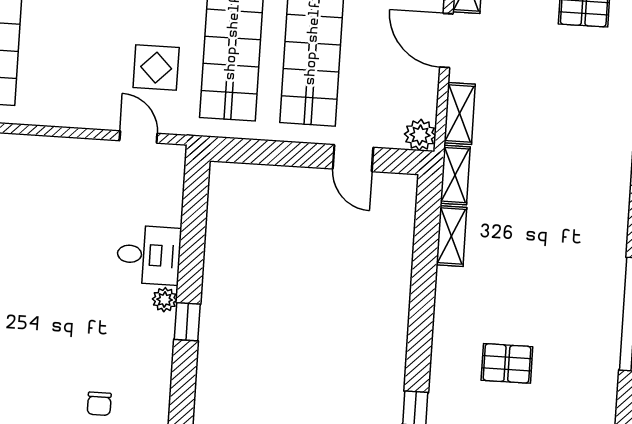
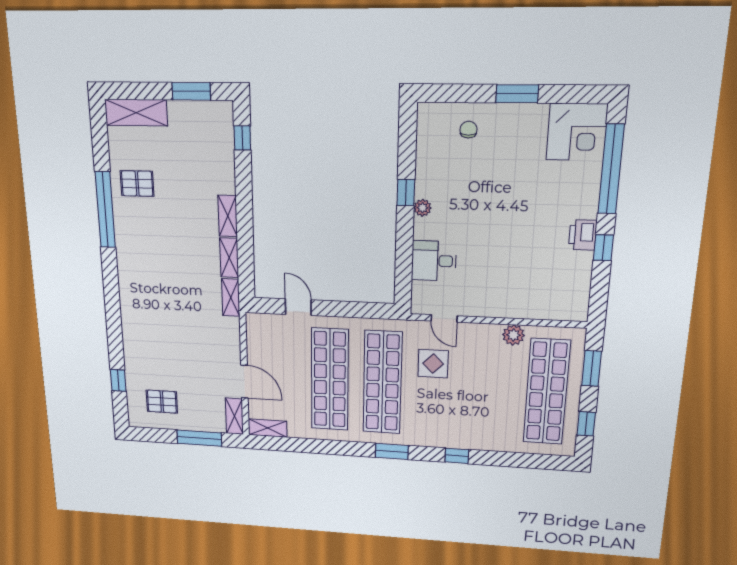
shelving: (460, 114) -> (228, 216), moved
plant: (420, 135) -> (513, 335), moved
desk: (149, 255) -> (434, 261), moved
pallet: (507, 363) -> (137, 184), moved

